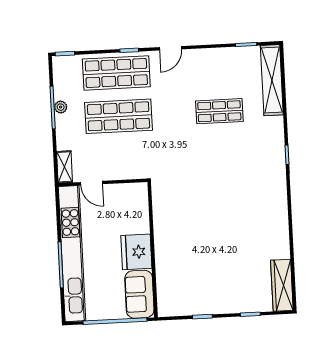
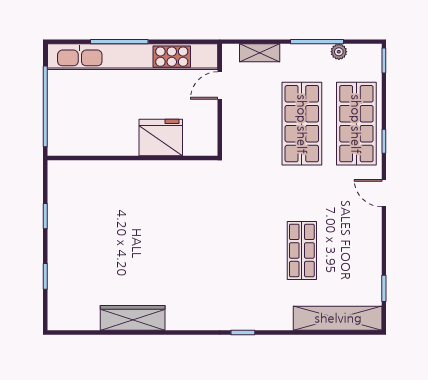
plant: (61, 107) -> (339, 52), moved
shelving: (65, 167) -> (260, 53), moved
fridge: (136, 252) -> (161, 138), moved
wardrobe: (282, 285) -> (133, 318), moved
sofa: (139, 294) -> (77, 139), removed

